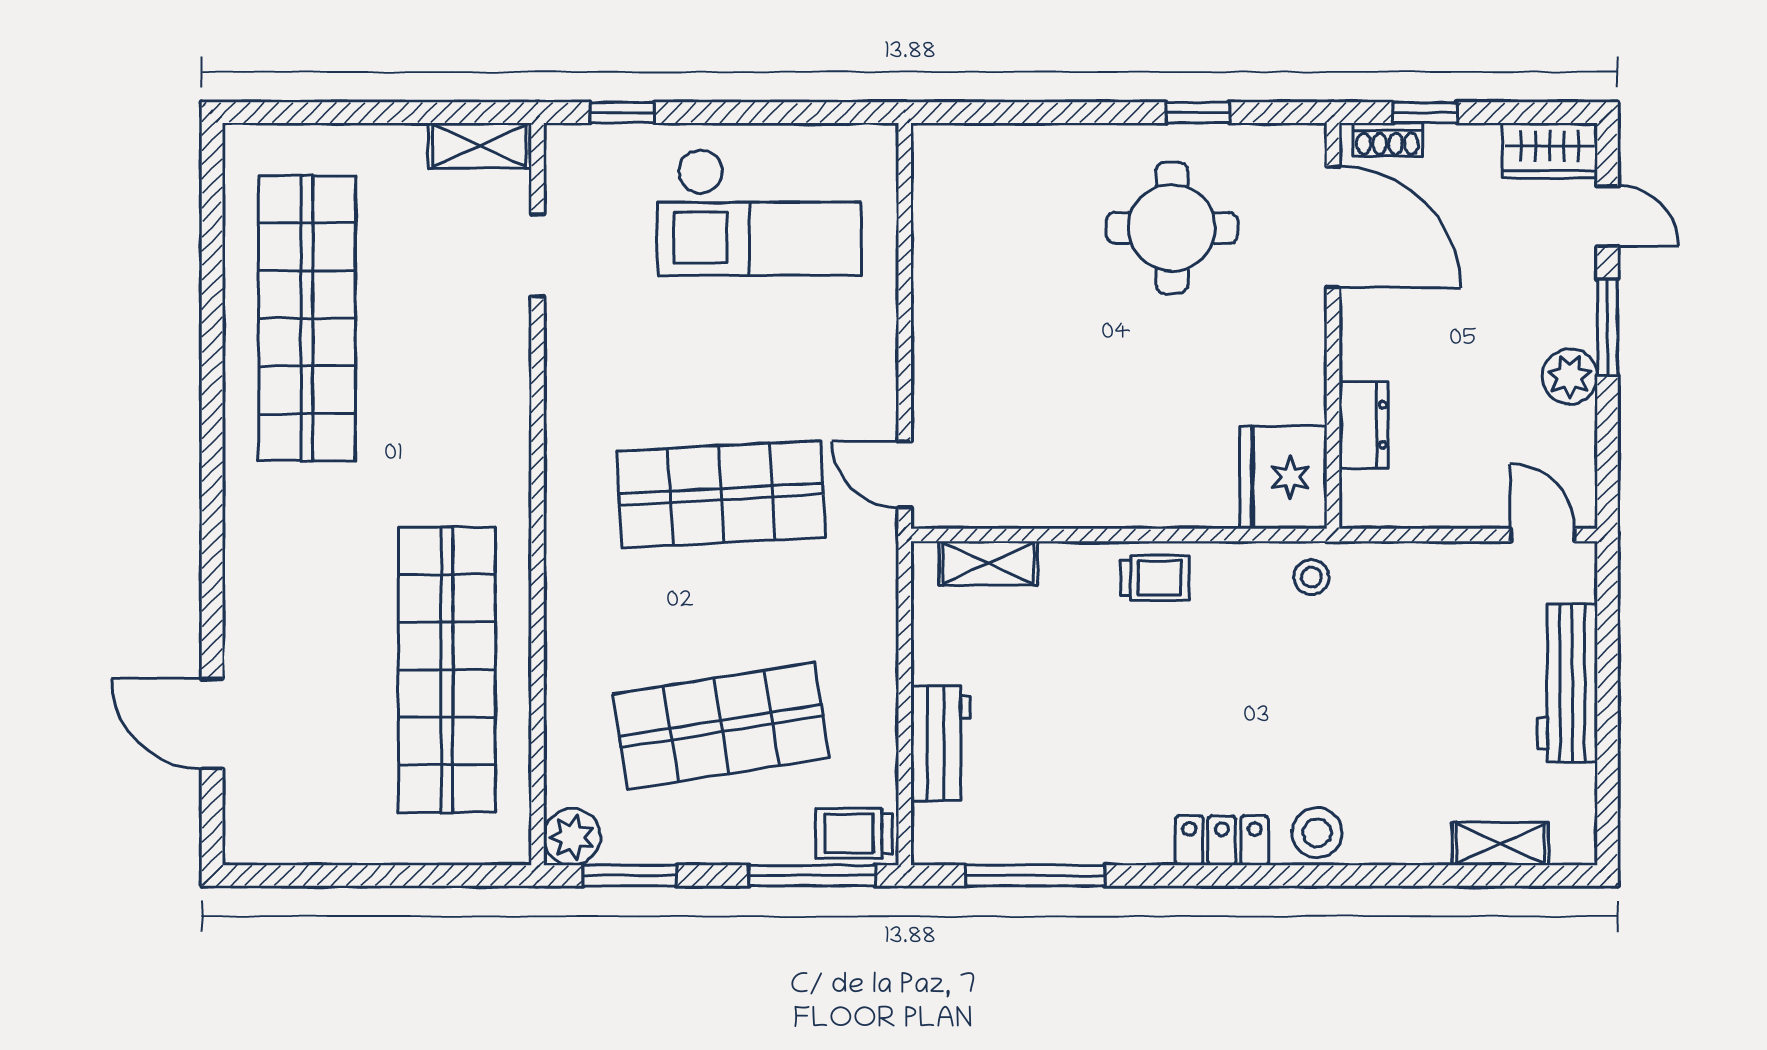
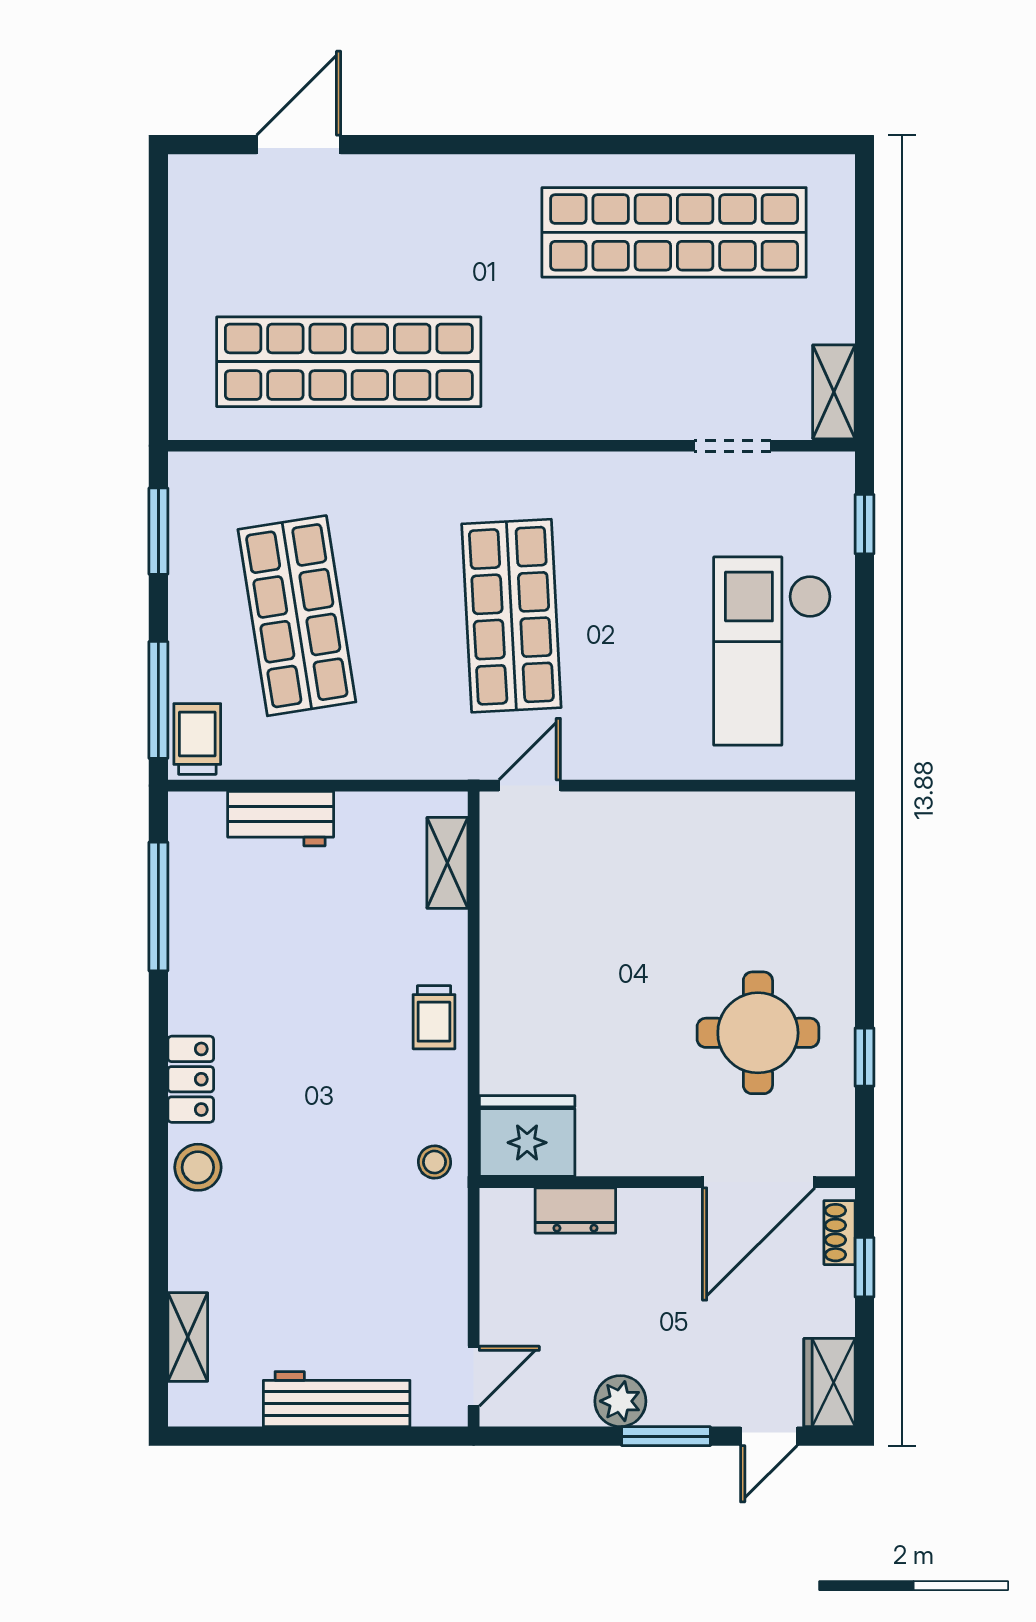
plant: (572, 837) -> (194, 478), removed

